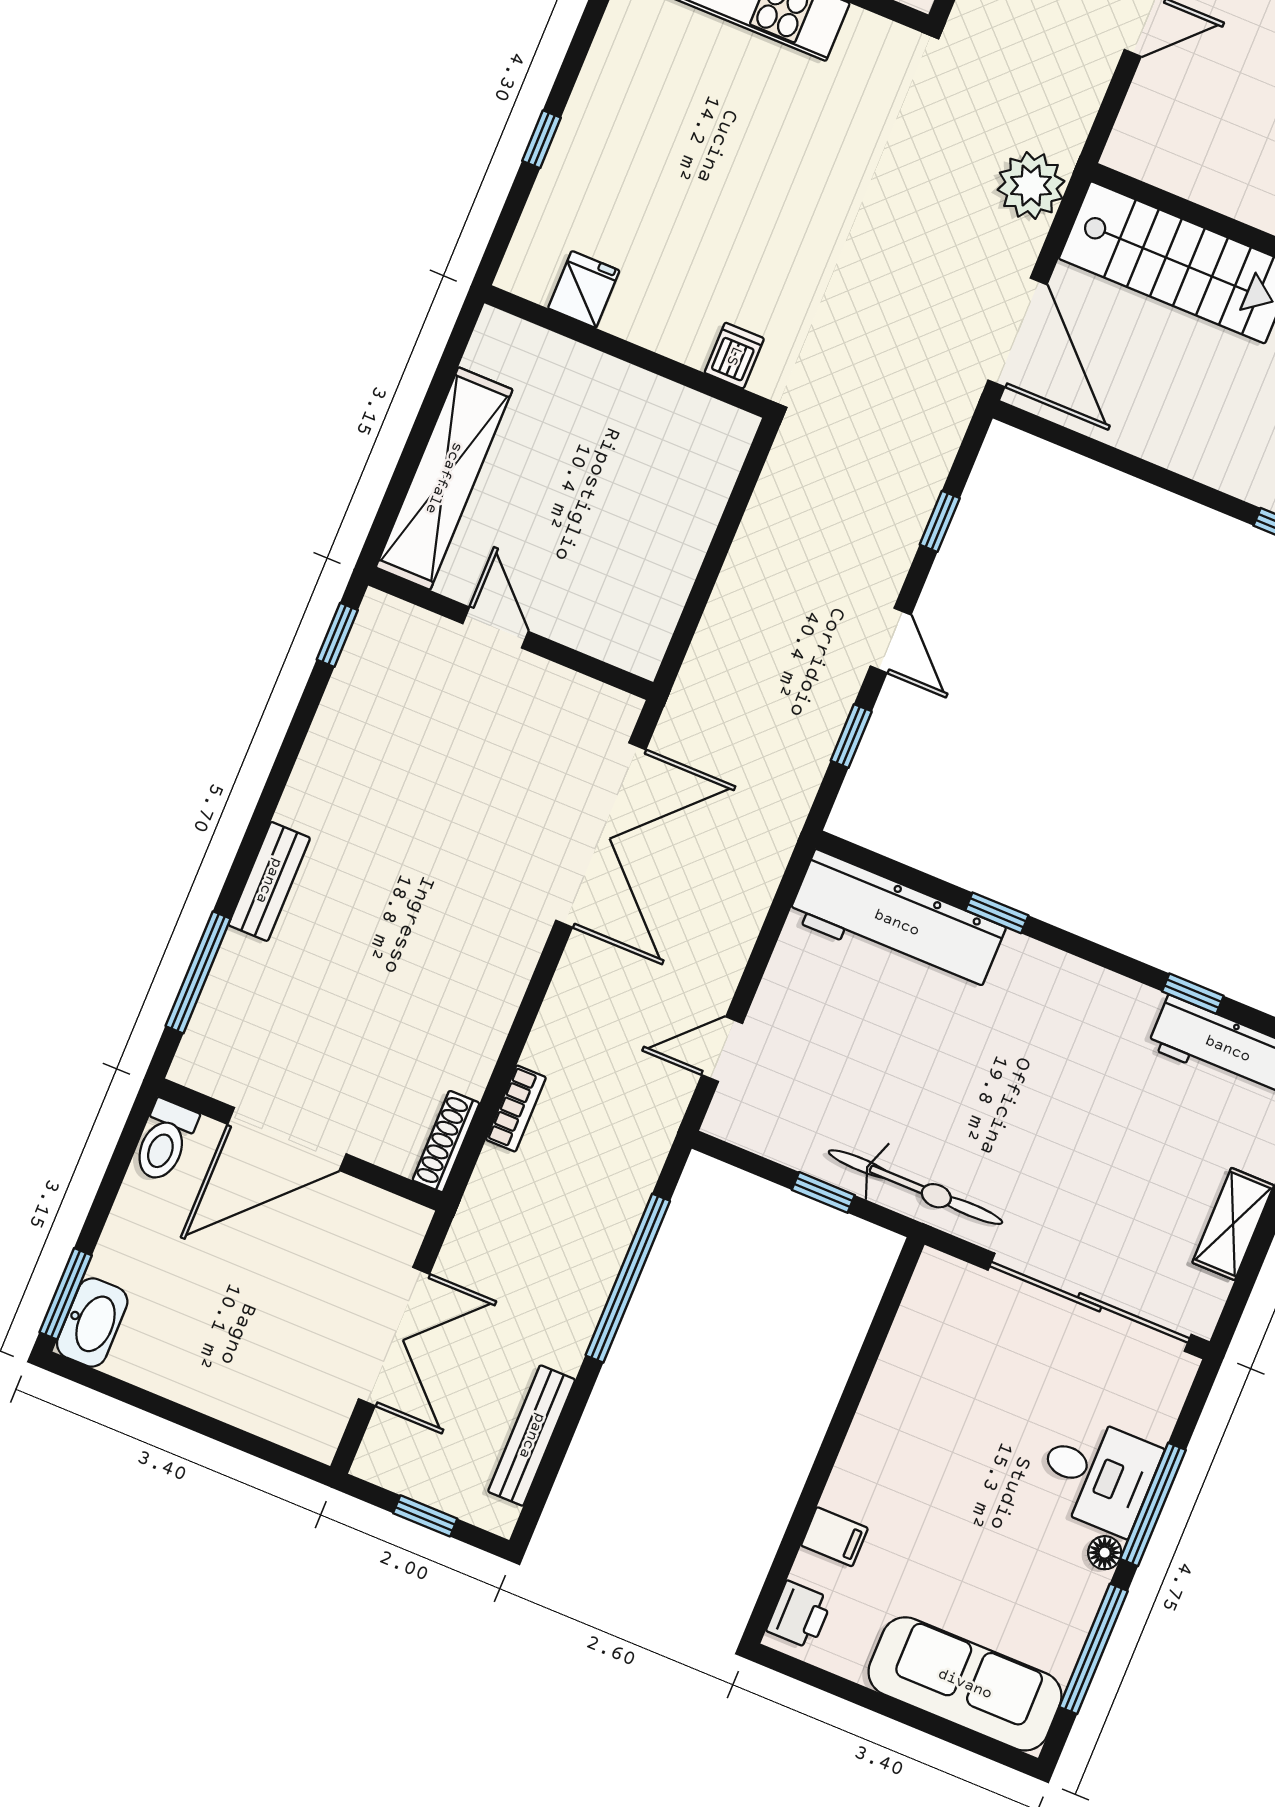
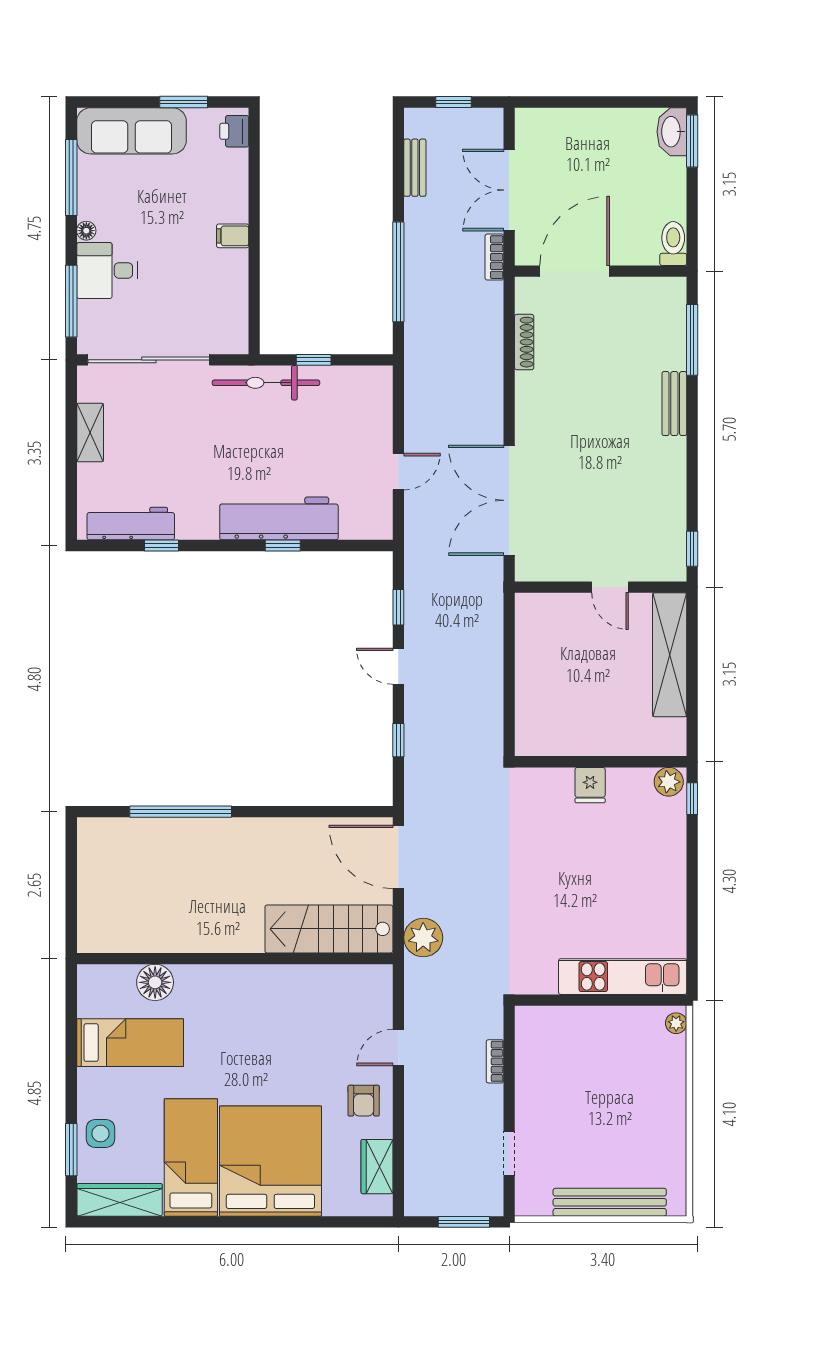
window: (542, 139) -> (692, 799), moved
plant: (530, 274) -> (669, 782), added
fridge: (584, 289) -> (590, 785), moved
dishwasher: (734, 356) -> (543, 783), removed
workbench: (897, 923) -> (279, 518), moved
door: (722, 1049) -> (398, 472), moved
bookcase: (516, 1109) -> (494, 257), moved
door: (287, 1139) -> (575, 271), moved
shoe rack: (446, 1142) -> (524, 342), moved
bench: (532, 1436) -> (415, 168), width x0.73
window: (1153, 1504) -> (71, 301), moved
filing cabinet: (834, 1537) -> (233, 236), moved
window: (862, 1696) -> (184, 102), added

